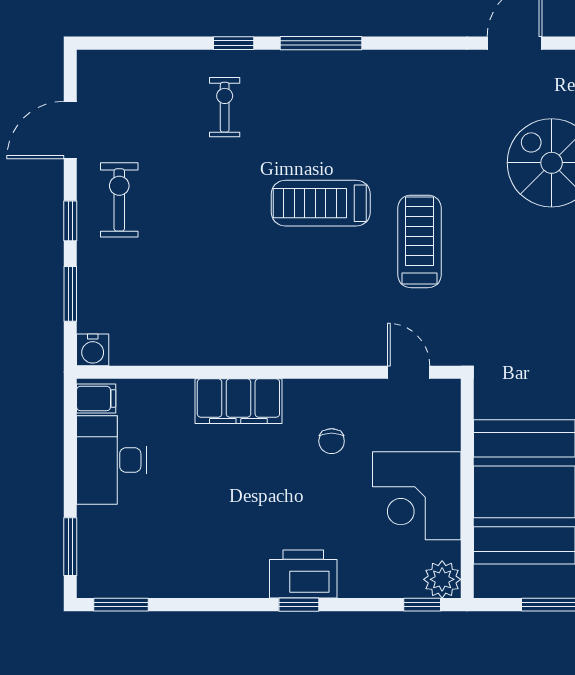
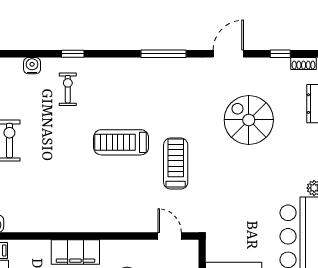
window: (321, 43) -> (163, 54), moved
water cooler: (160, 65) -> (32, 66), added

